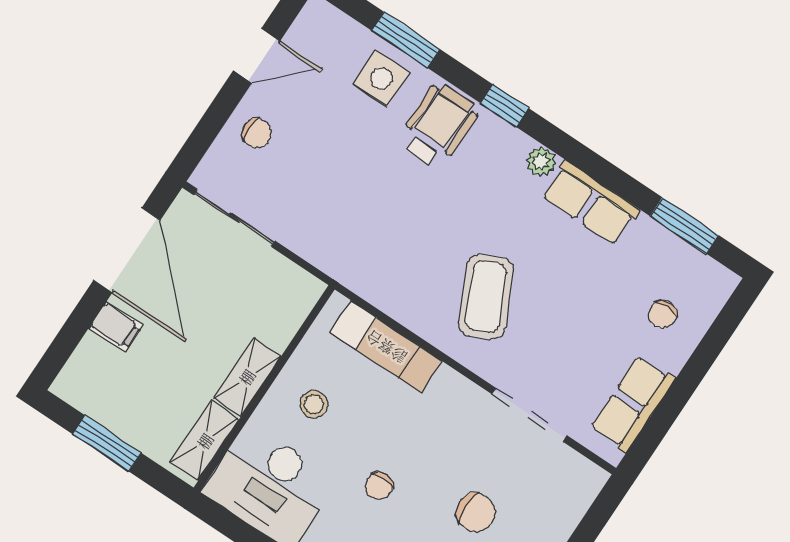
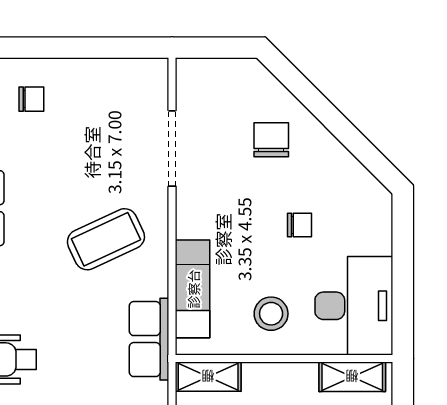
shelving: (247, 377) -> (208, 377), moved
stool: (314, 404) -> (271, 314), width x1.37, depth x1.37
row of seats: (633, 404) -> (149, 339), moved, turned 90

